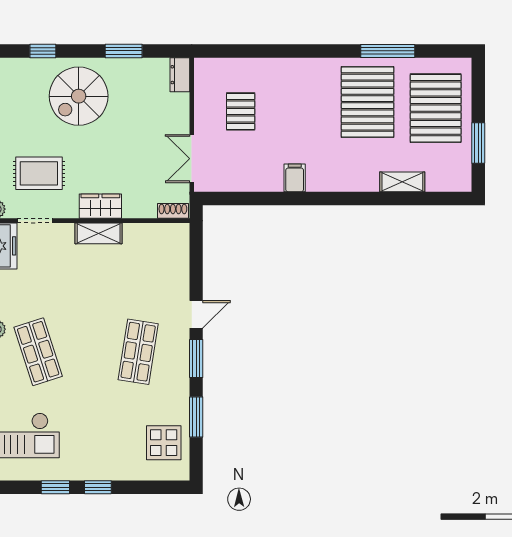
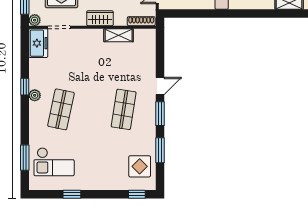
shoe rack: (173, 211) -> (141, 21), width x1.43
shelving: (99, 233) -> (119, 35), moved
shop shelf: (38, 352) -> (61, 109), turned 30
window: (98, 487) -> (137, 194), moved

